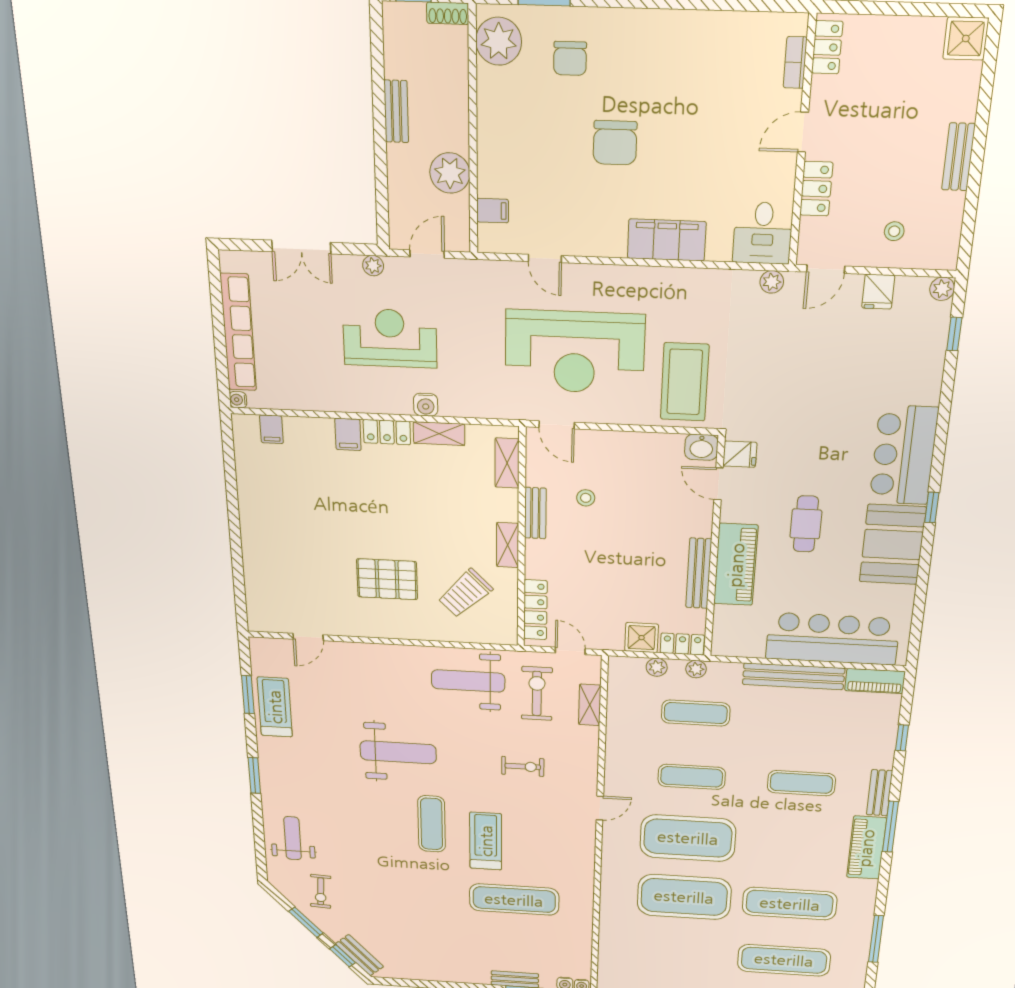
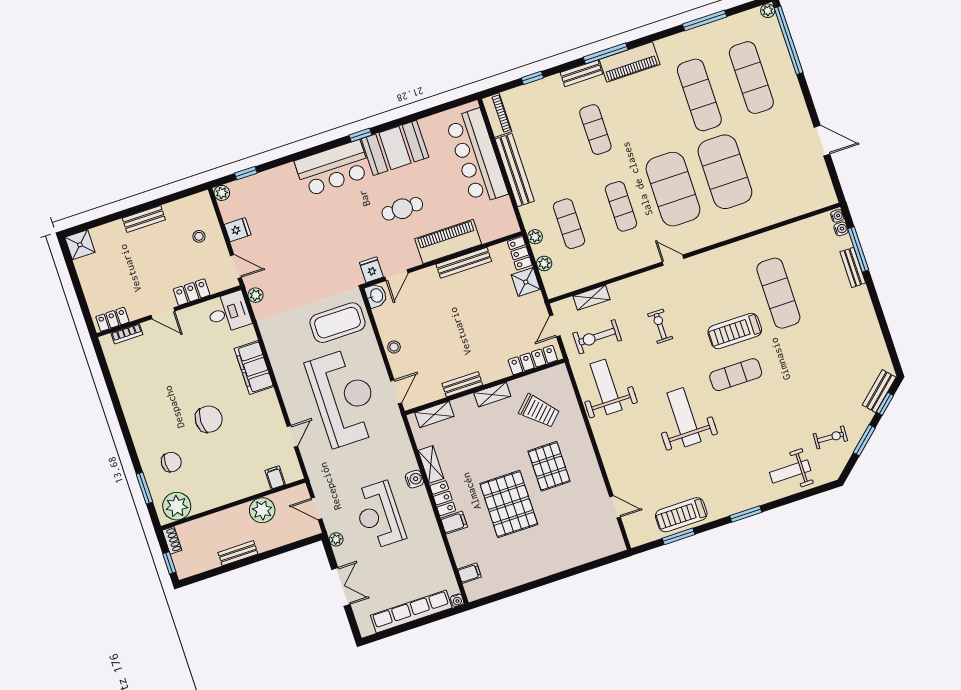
stool: (586, 498) -> (394, 347), moved
pallet: (352, 513) -> (509, 504), added
weight bench: (468, 681) -> (606, 387), turned 180

